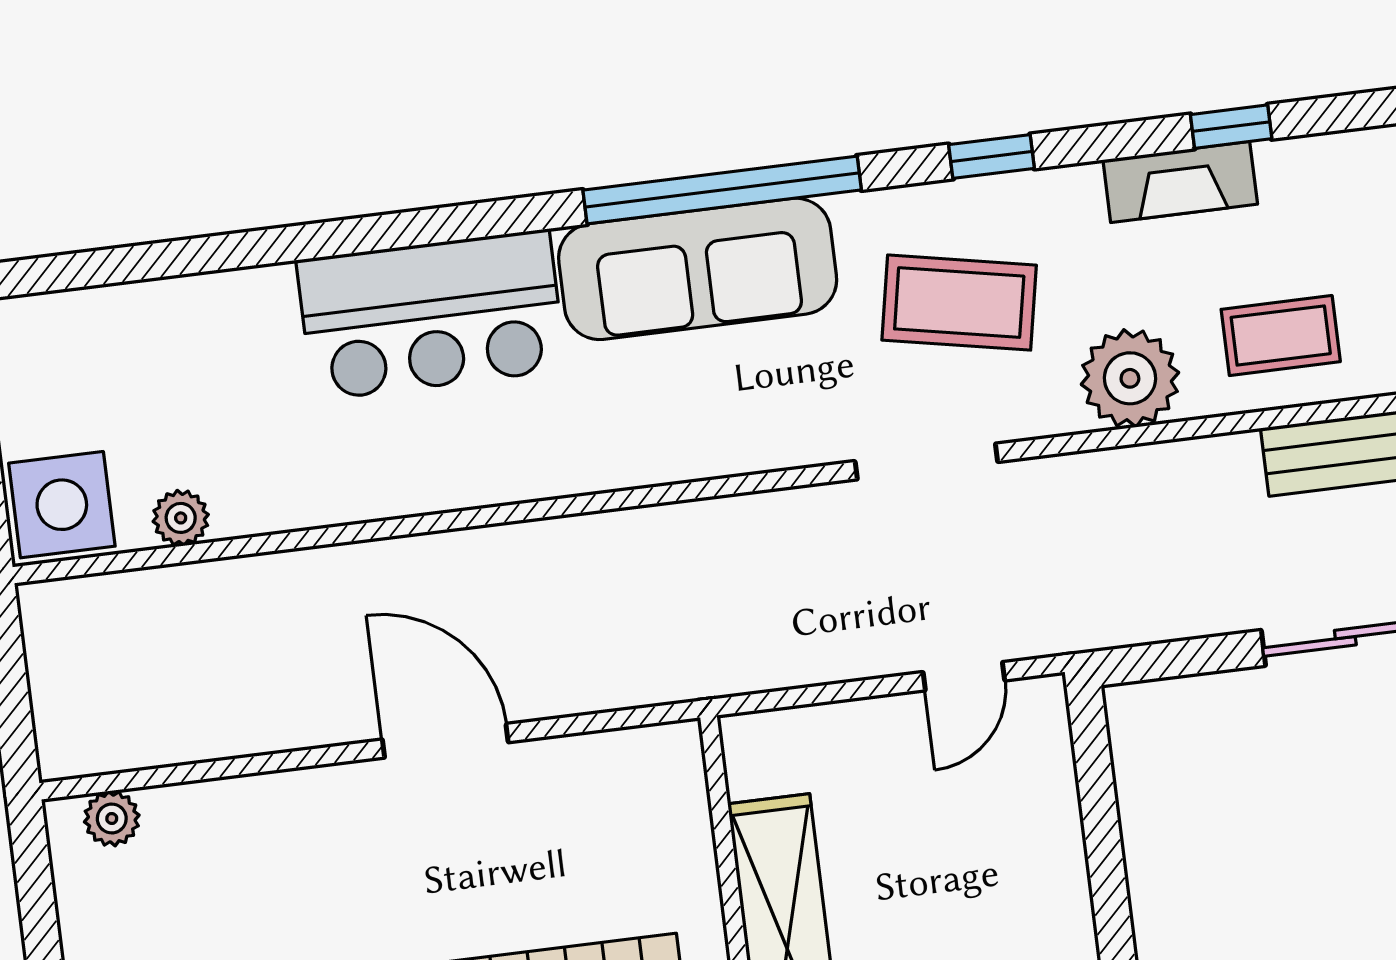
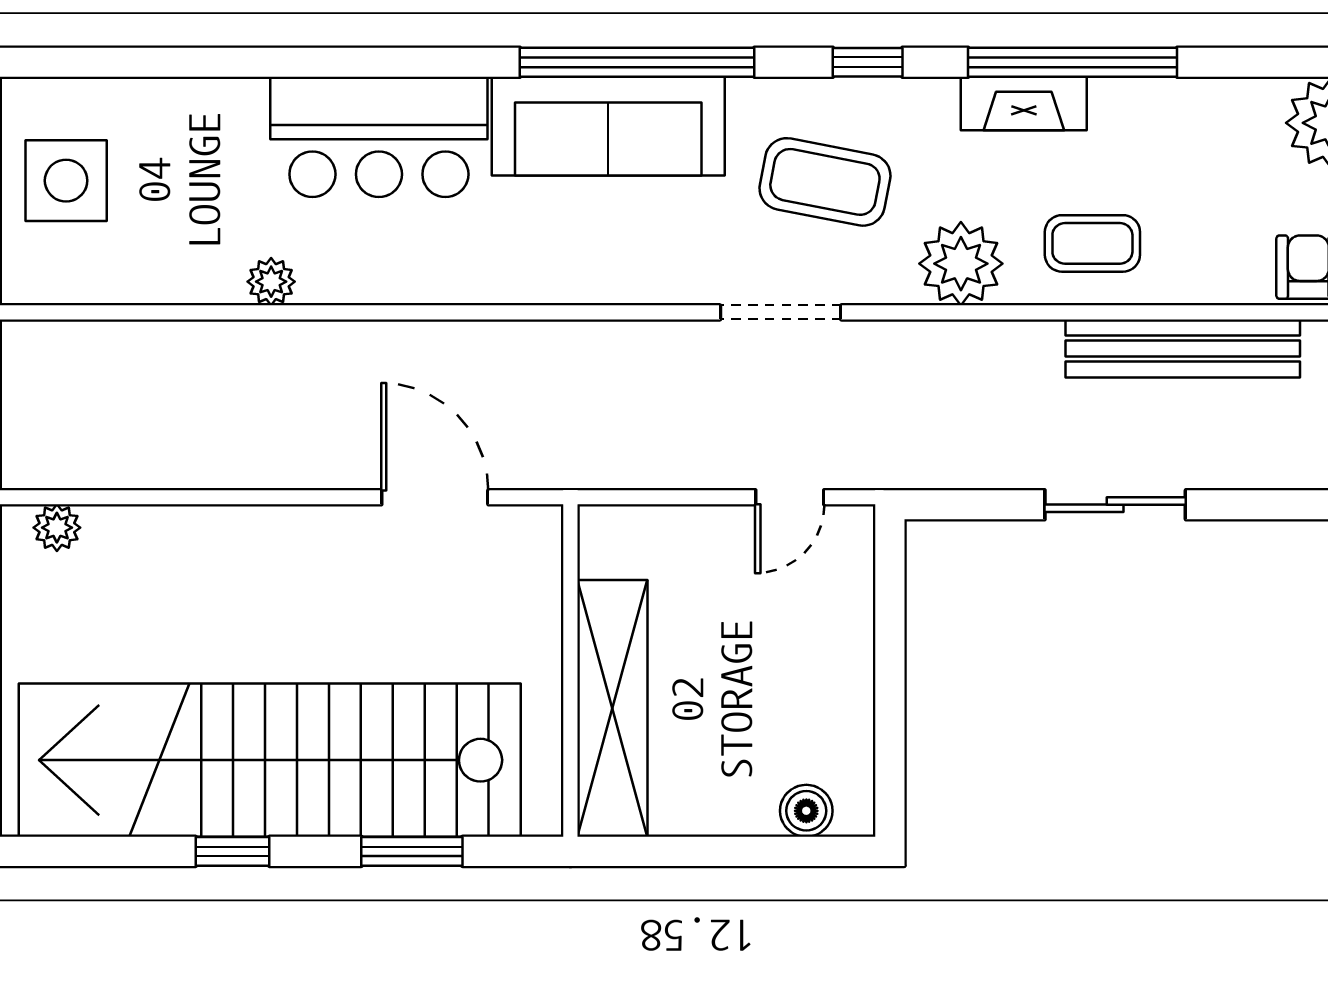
window: (1231, 127) -> (1073, 62), width x3.17
side table: (62, 505) -> (66, 181), moved
plant: (181, 518) -> (271, 282), moved
door: (445, 741) -> (435, 497), moved

